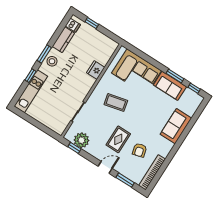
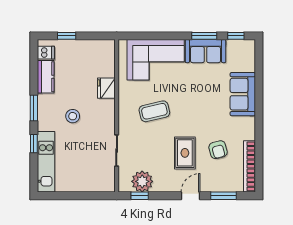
stool: (52, 61) -> (73, 116), moved

